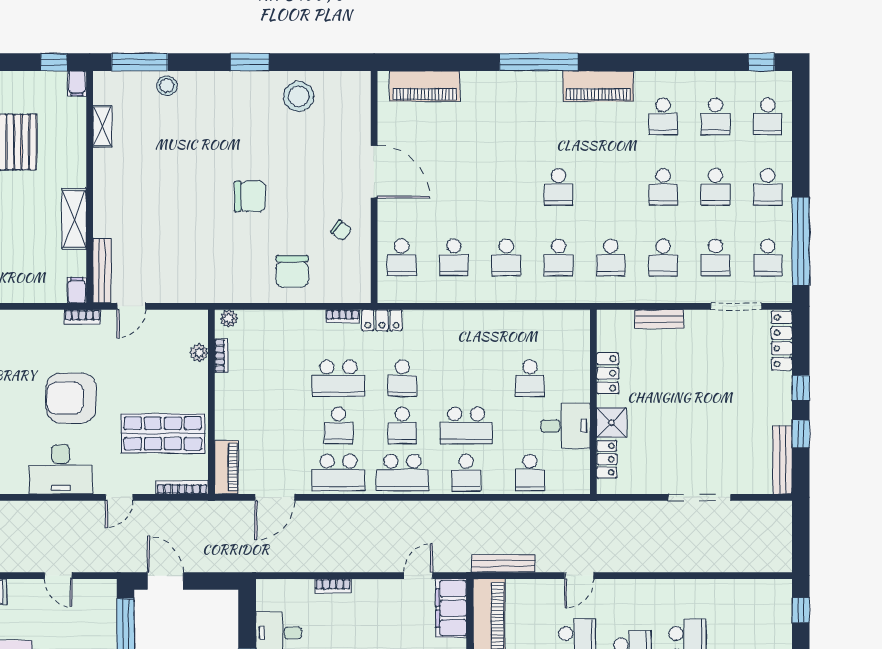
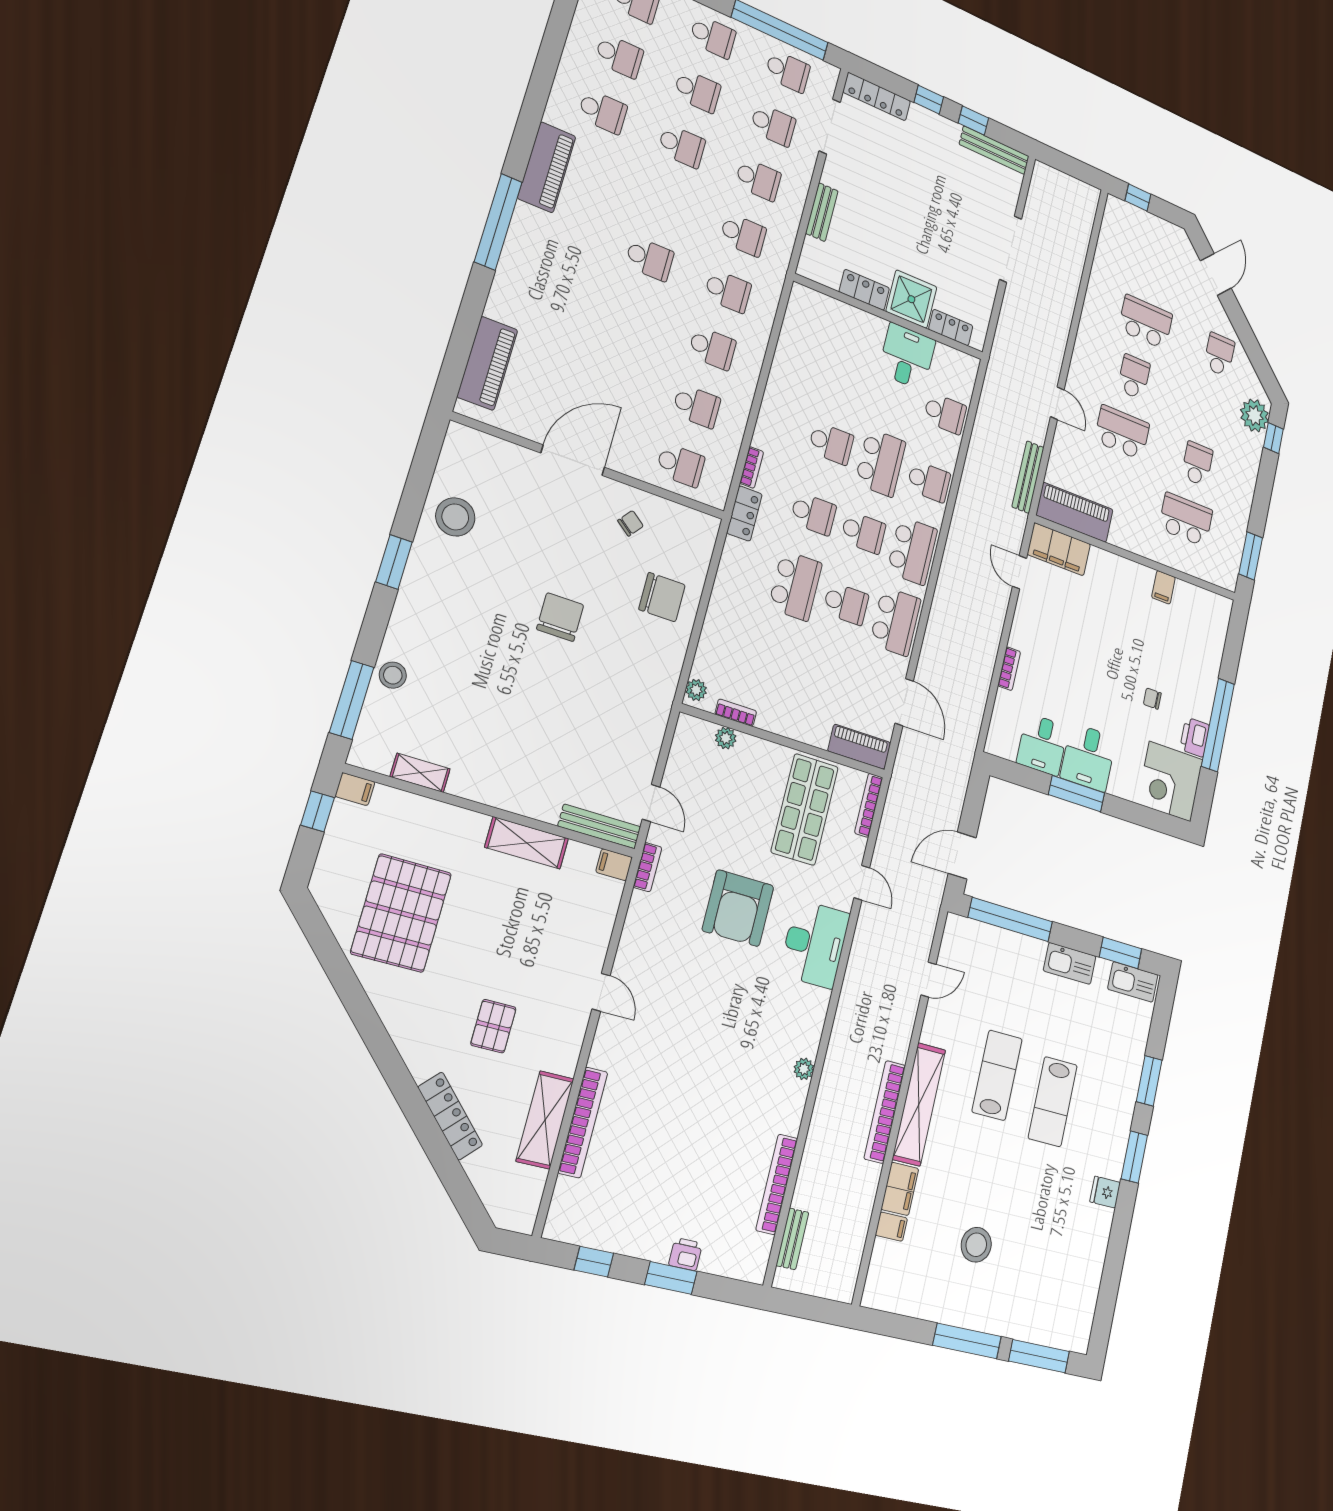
bookcase: (342, 316) -> (752, 467), moved
school desk: (530, 378) -> (831, 443), moved
shower: (611, 423) -> (911, 299), width x1.36, depth x1.36

